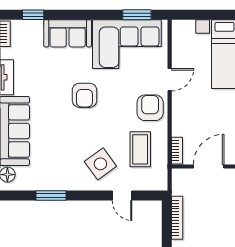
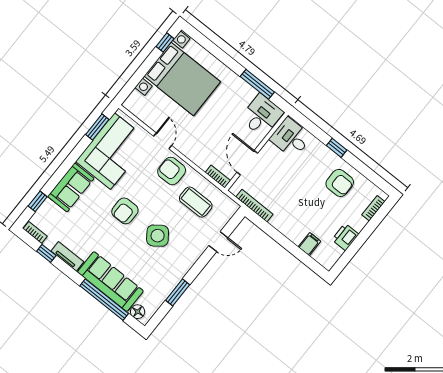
armchair: (84, 95) -> (125, 211), turned 90
side table: (100, 164) -> (158, 236), moved
bookcase: (177, 218) -> (254, 206), moved

